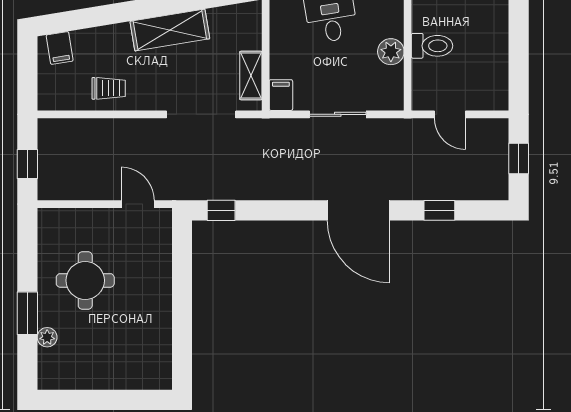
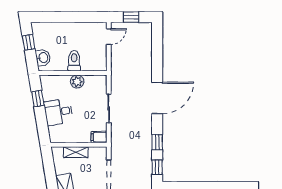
shelving: (251, 75) -> (76, 152), moved
door: (450, 114) -> (109, 37), moved
window: (439, 210) -> (157, 142), moved

